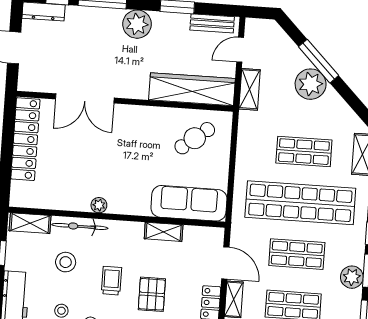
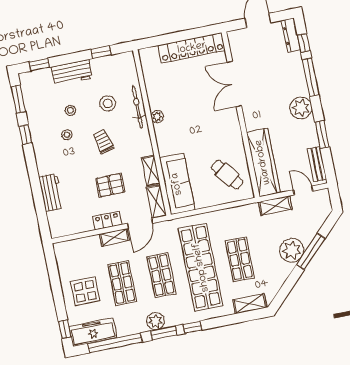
shelving: (30, 223) -> (156, 202), moved
trolley: (111, 281) -> (103, 142), turned -105
pallet: (152, 294) -> (110, 185), moved

